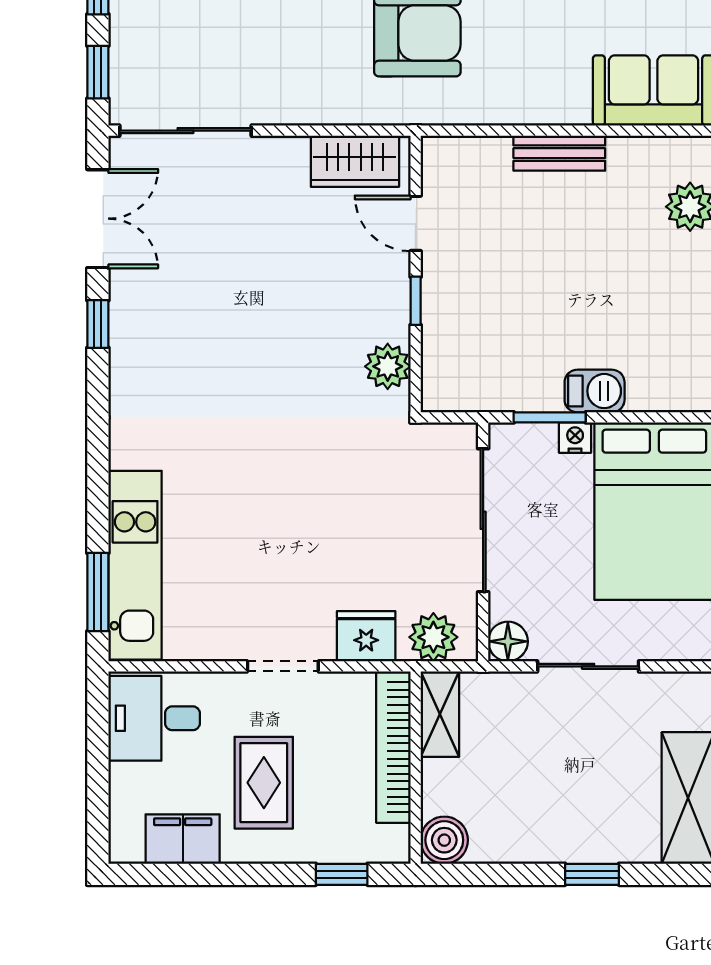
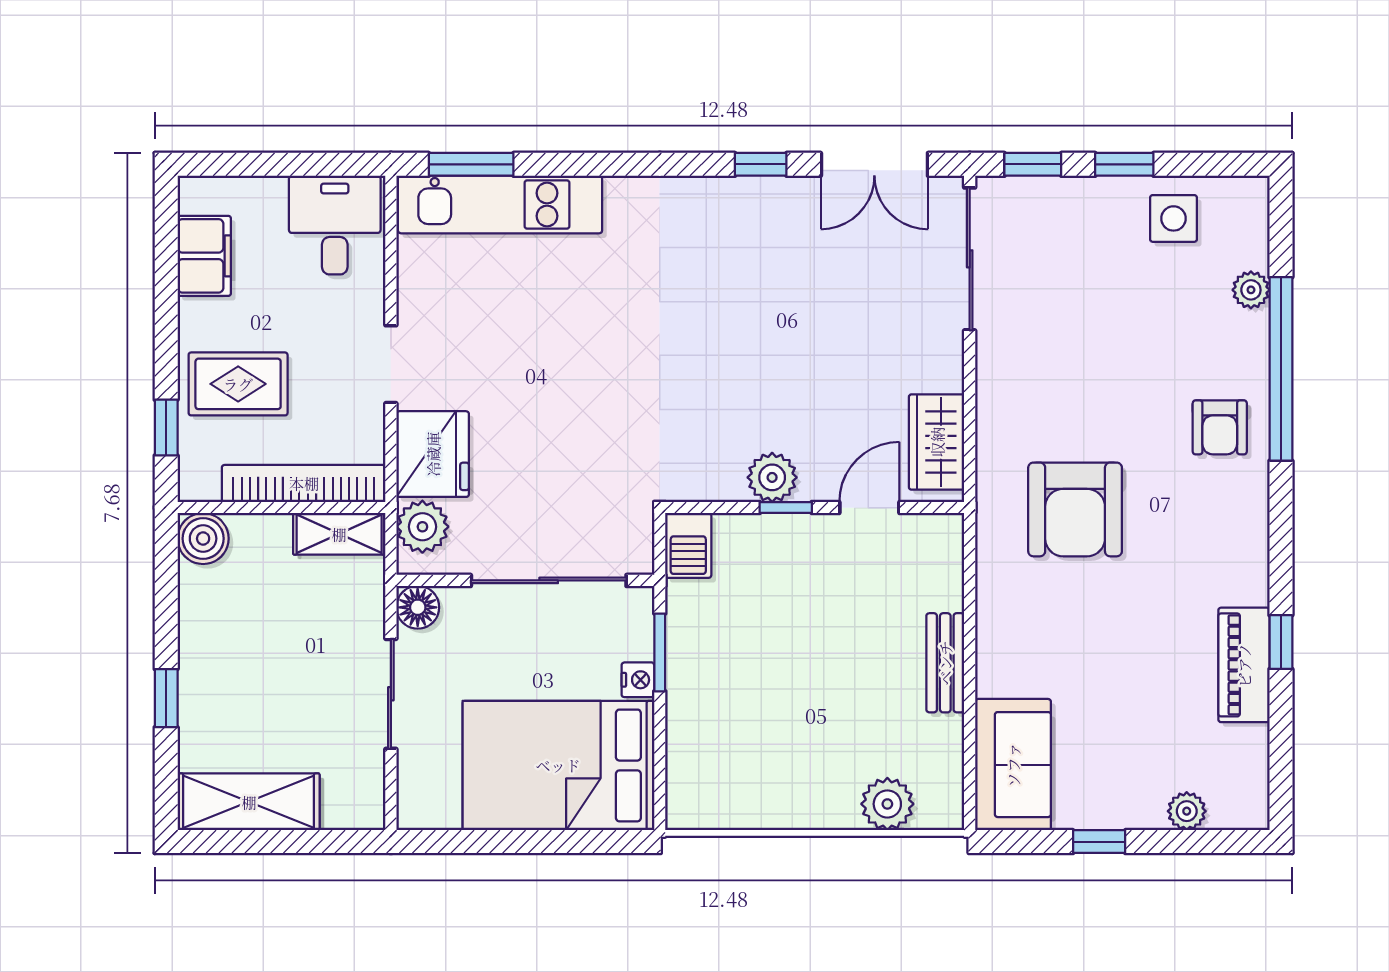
plant: (388, 366) -> (772, 477), moved
barbecue: (595, 391) -> (688, 545), moved
fridge: (366, 636) -> (433, 454), width x1.36, depth x1.34
rug: (264, 783) -> (238, 384), moved

